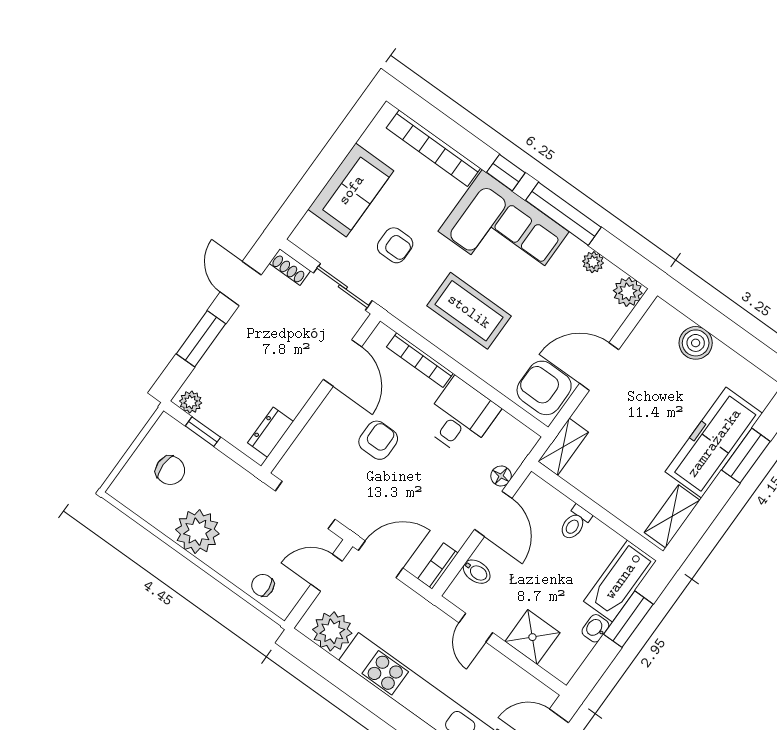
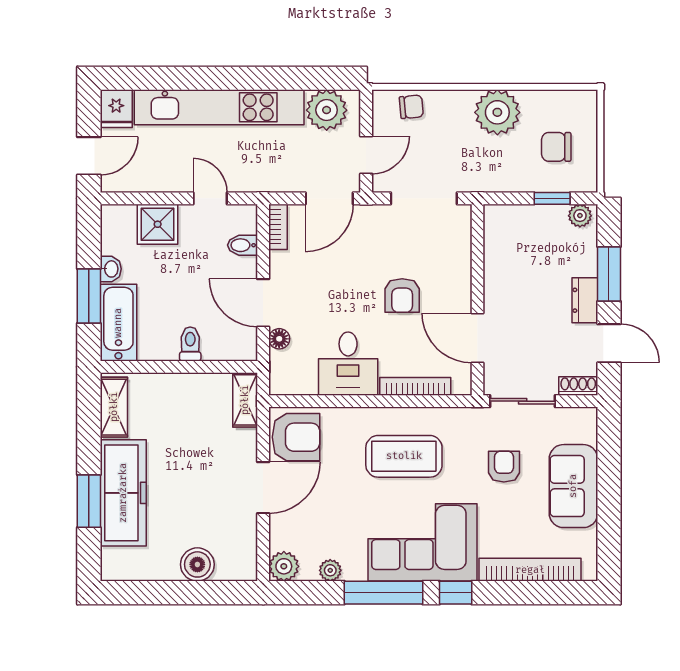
armchair: (395, 245) -> (504, 467), turned 90
dresser: (270, 432) -> (585, 300), moved, turned 180

